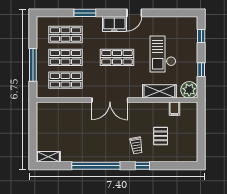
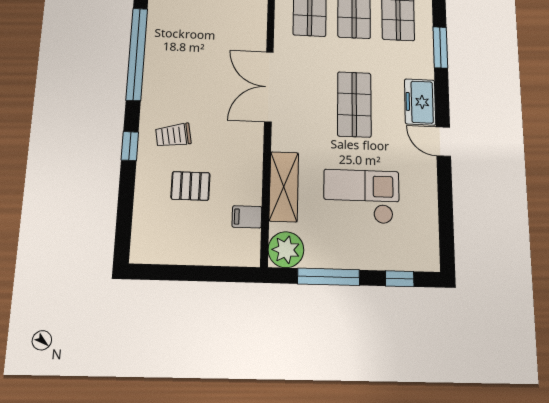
window: (201, 70) -> (329, 277), width x2.17

